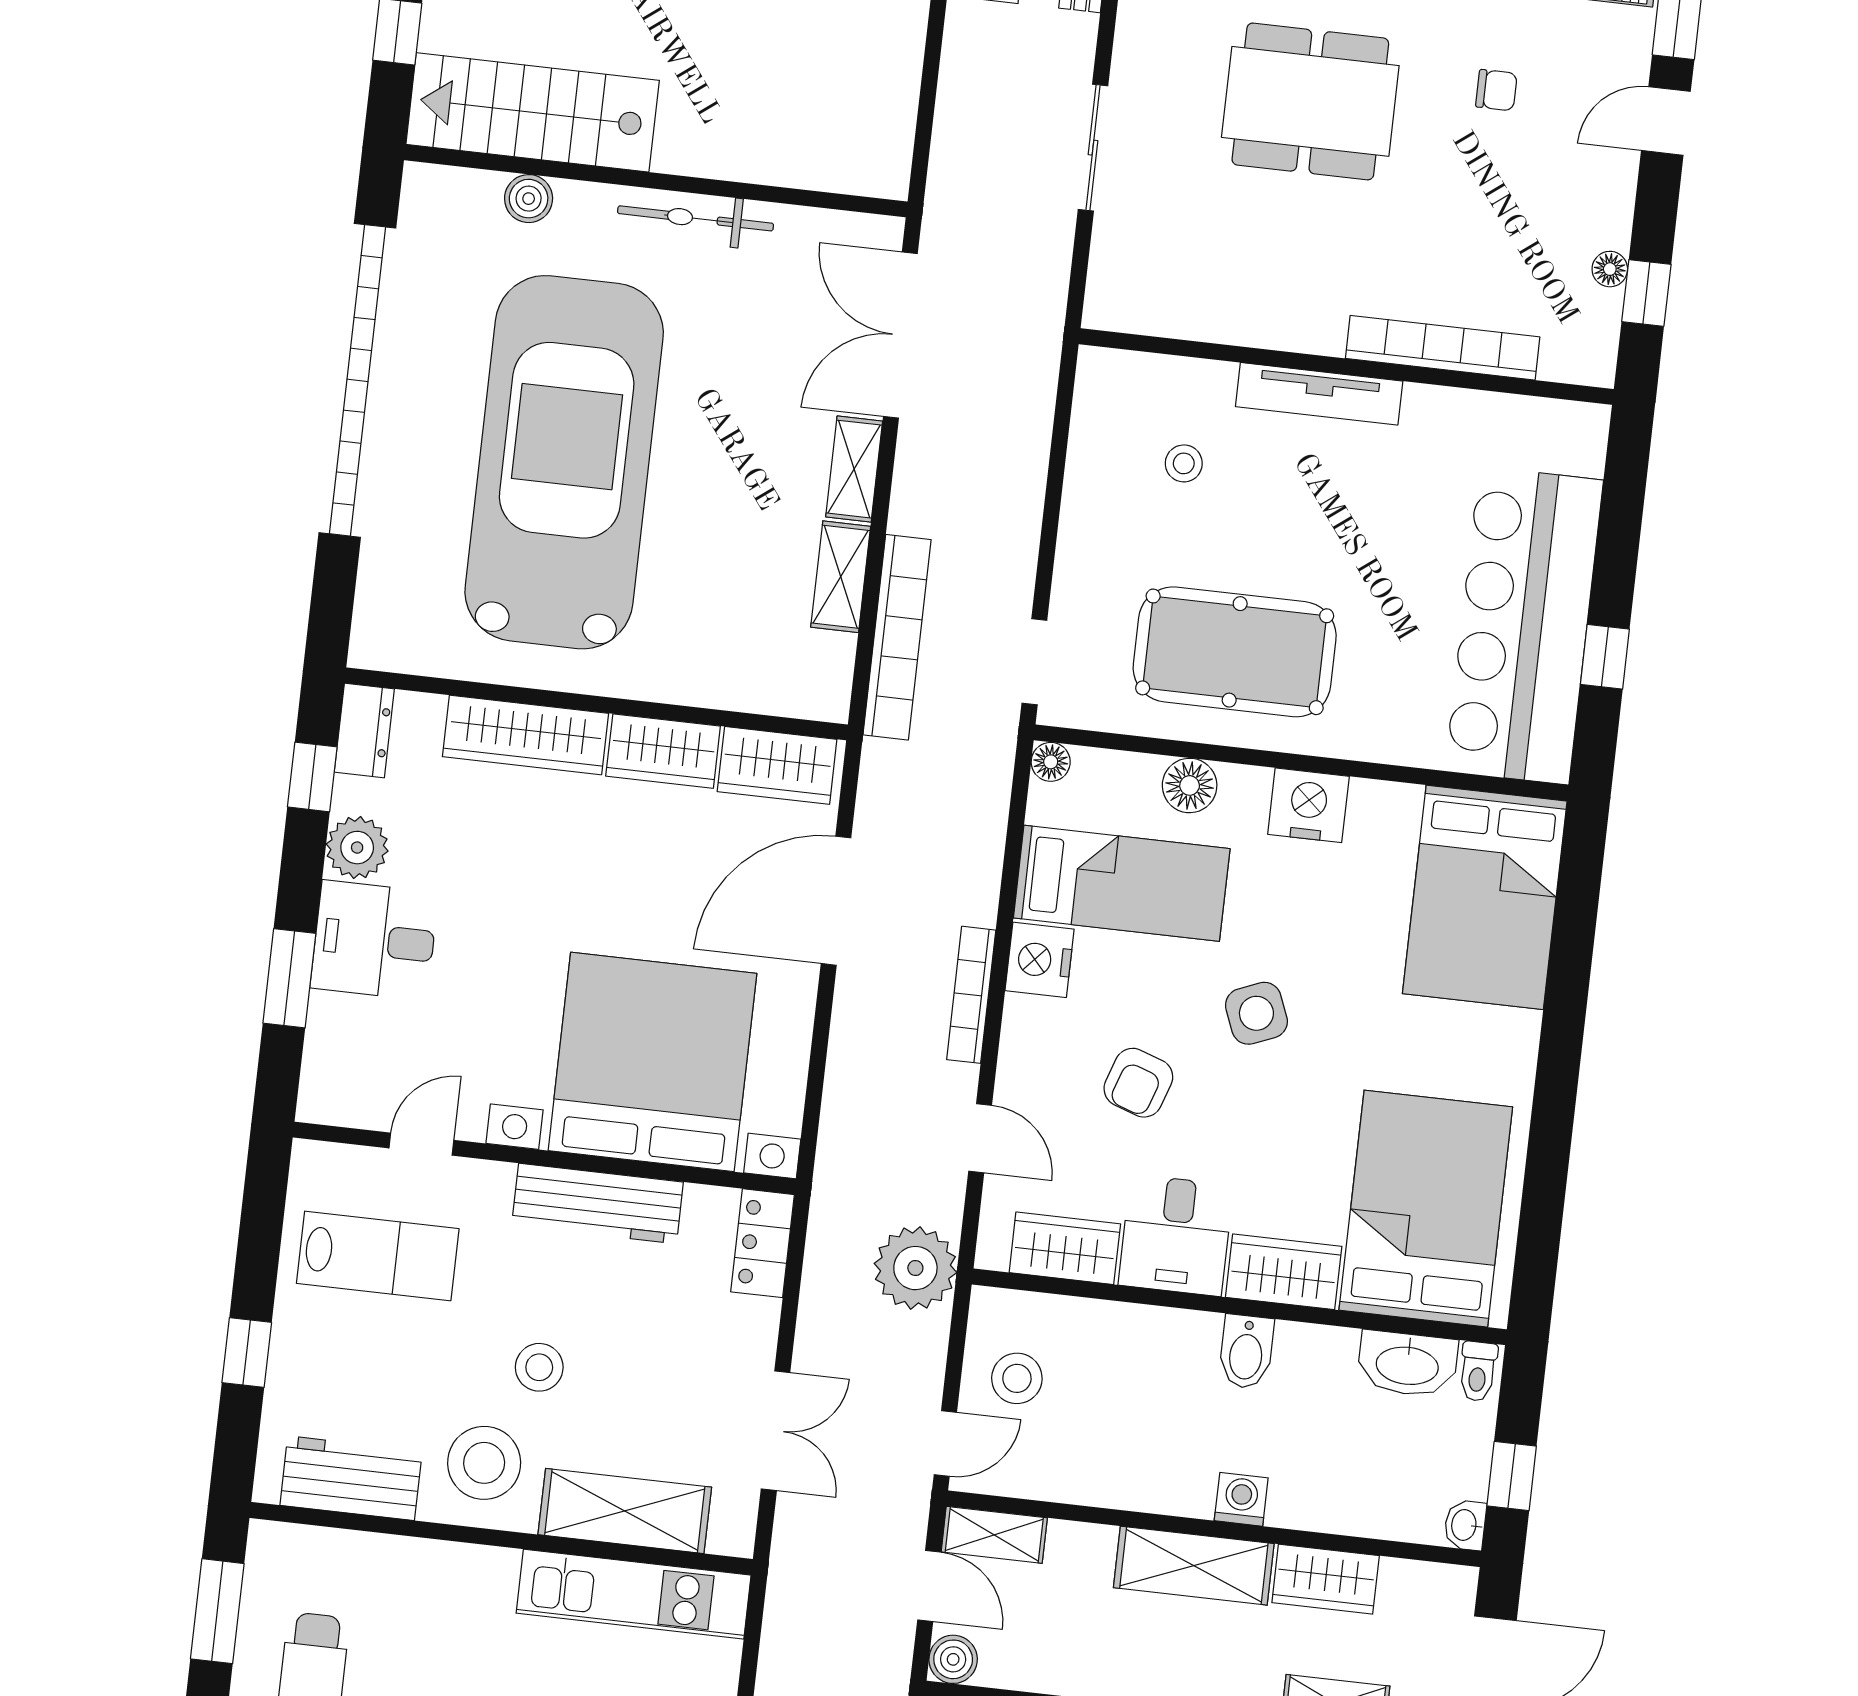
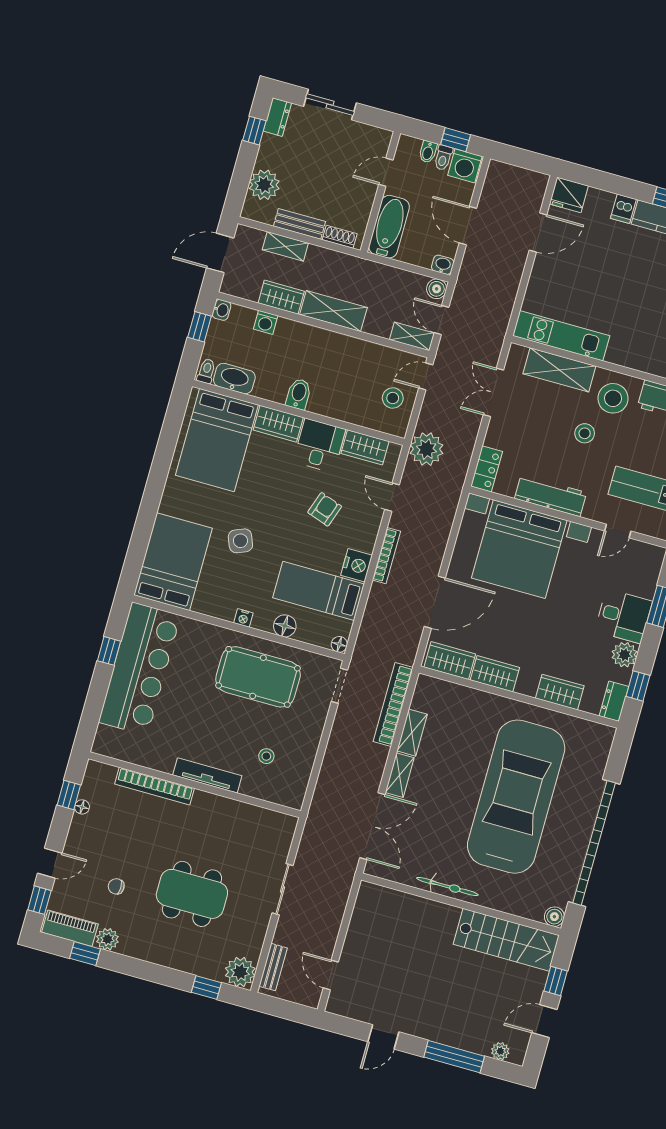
boiler: (529, 199) -> (554, 917), moved
car: (564, 462) -> (516, 797), turned 180
wardrobe: (525, 735) -> (560, 692), width x0.67
nightstand: (1308, 805) -> (243, 618), width x0.53, depth x0.56
side table: (1256, 1013) -> (240, 541), moved
washing machine: (1241, 1499) -> (266, 322), moved

